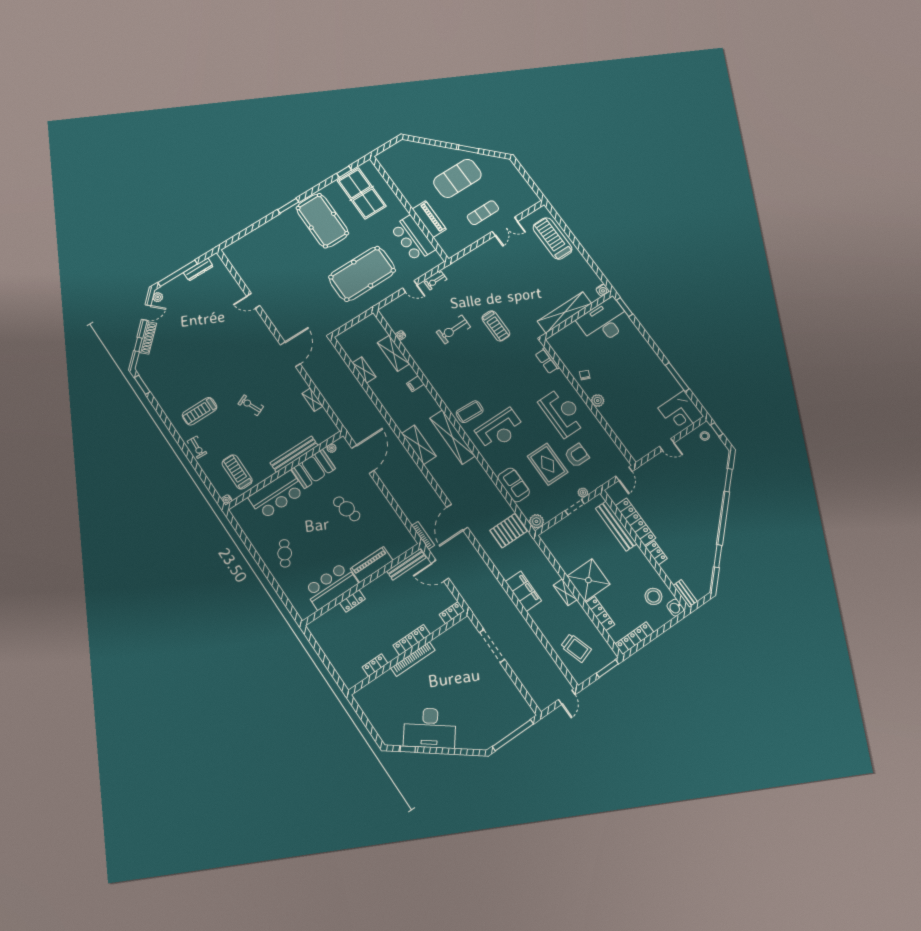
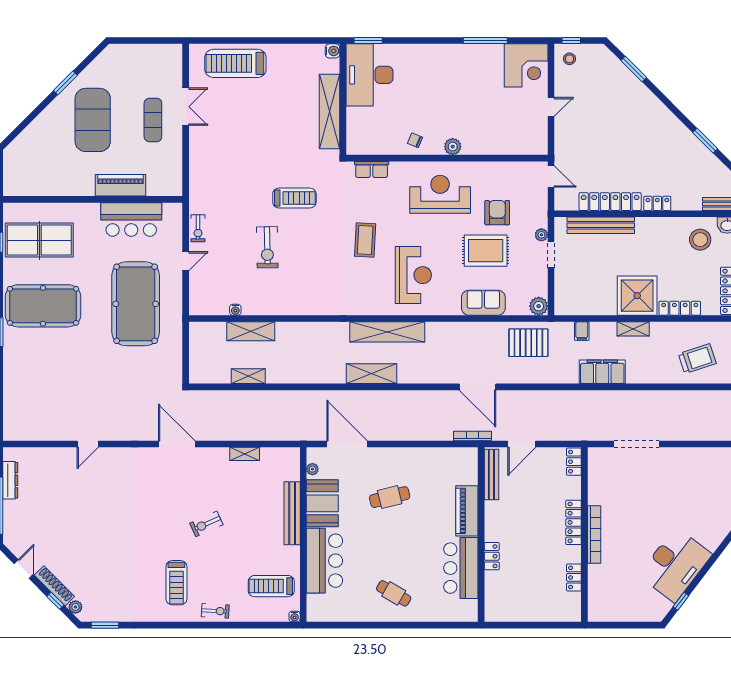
plant: (158, 297) -> (75, 607), moved
filing cabinet: (415, 384) -> (582, 331), moved
coffee table: (470, 412) -> (365, 240), moved
pallet: (509, 531) -> (528, 343), turned 90

